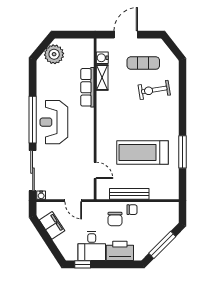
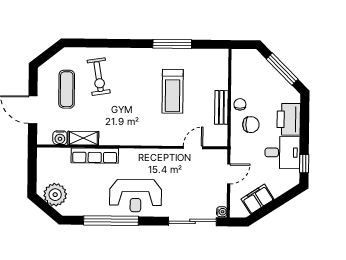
window: (33, 120) -> (111, 221), moved
treadmill: (143, 153) -> (173, 91), width x0.73, depth x0.73
bench: (129, 194) -> (221, 107), width x0.73

